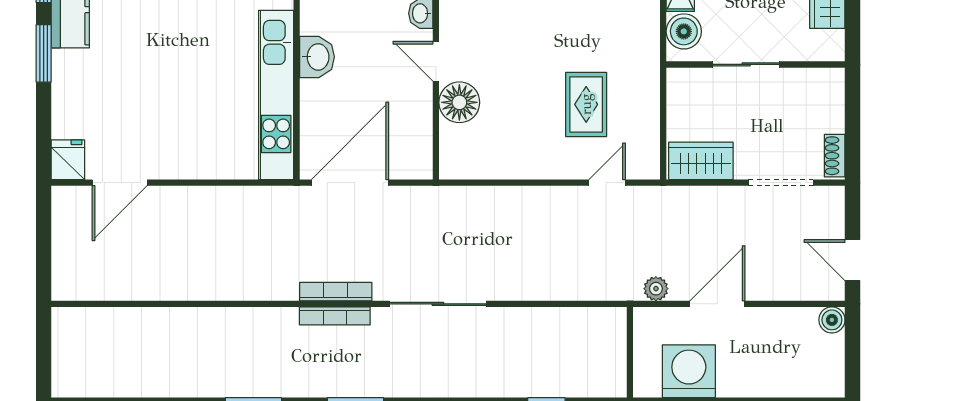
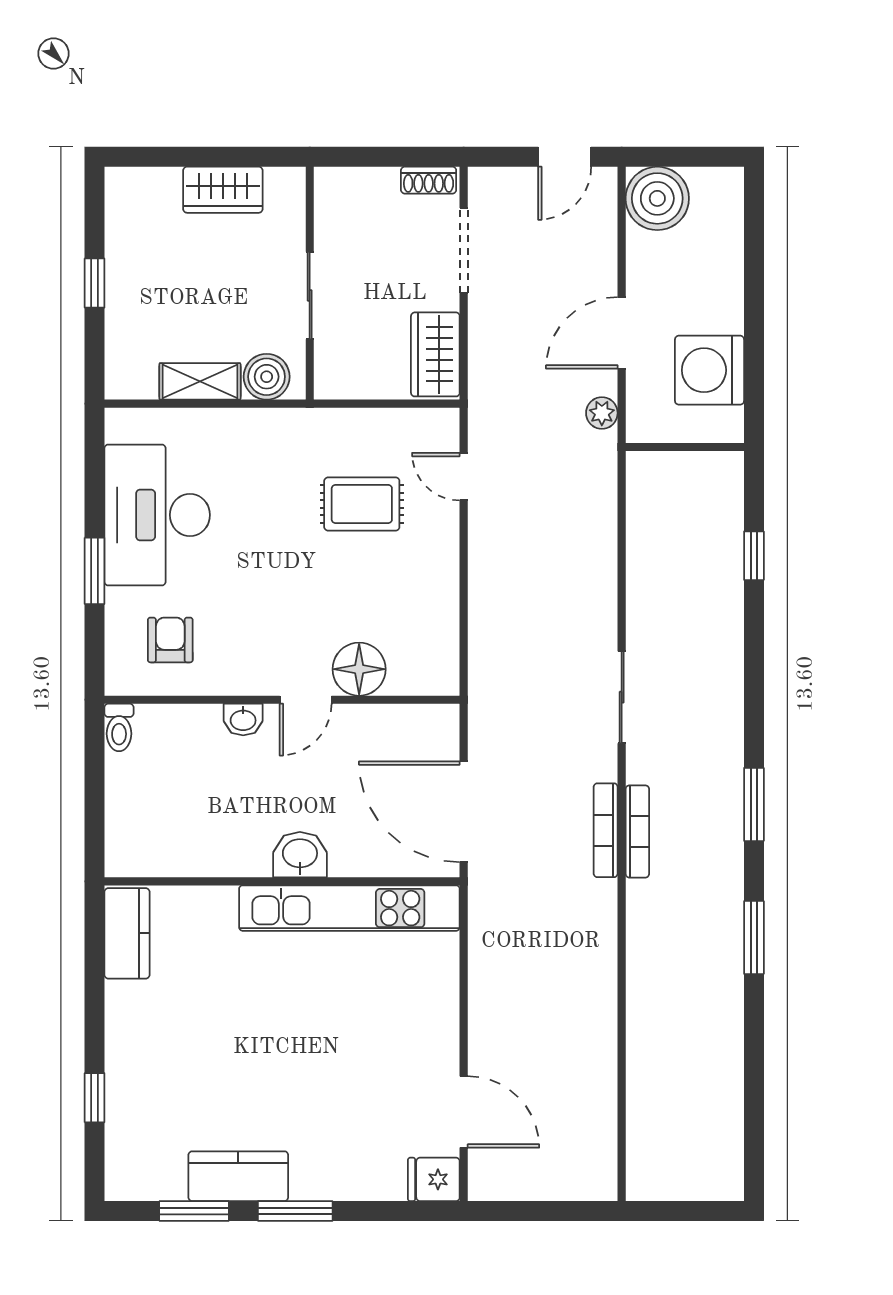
sliding door: (438, 304) -> (622, 697), width x0.73
door: (717, 304) -> (622, 333), hinge flipped
boiler: (832, 320) -> (657, 198), width x1.86, depth x1.86

